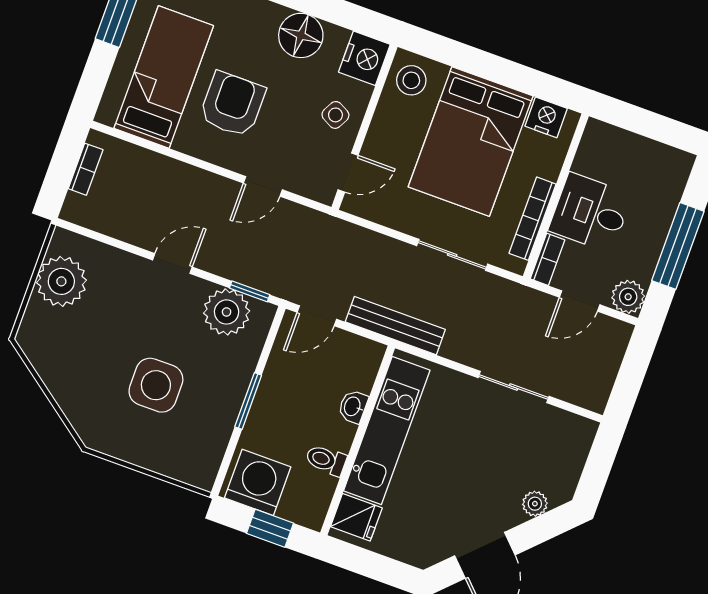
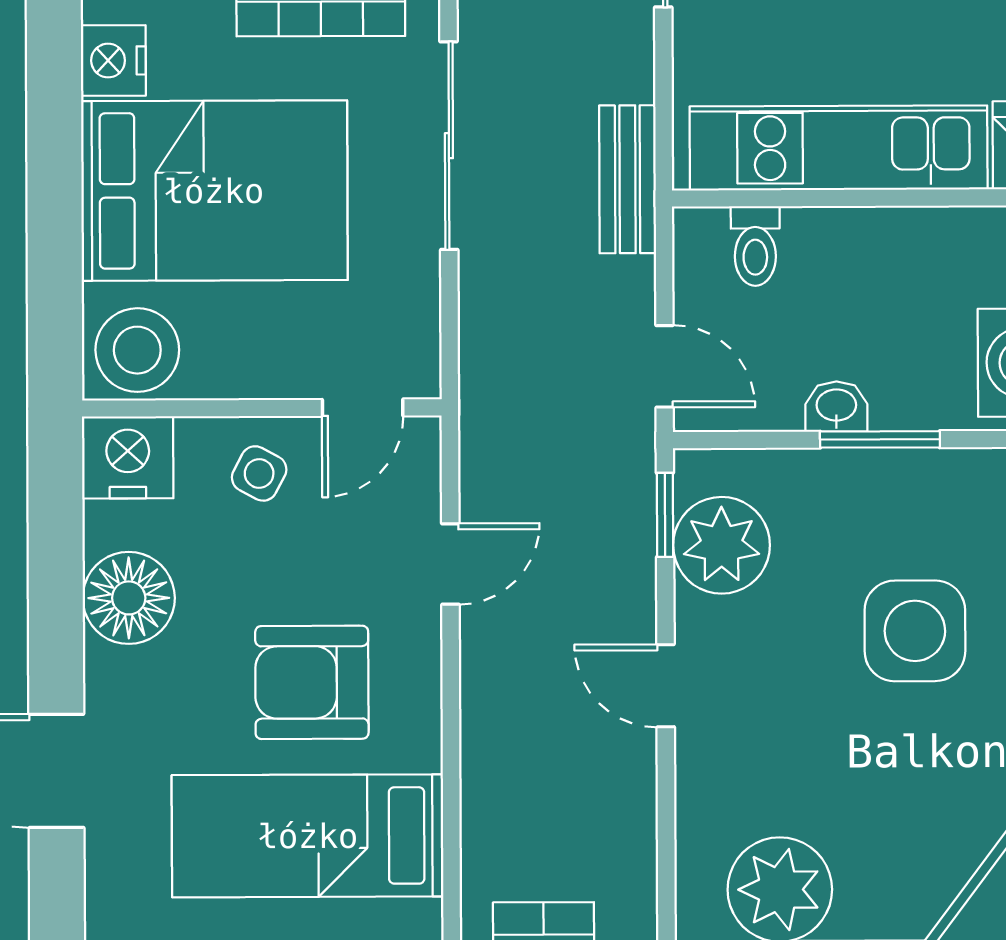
stool: (411, 80) -> (137, 350), width x1.38, depth x1.38
door: (348, 173) -> (363, 408), swing flipped
door: (263, 186) -> (450, 564), hinge flipped
sliding door: (452, 255) -> (449, 146), width x1.37
bench: (395, 326) -> (628, 179), width x0.73
washbasin: (353, 407) -> (836, 407), moved, turned 180
toilet: (326, 460) -> (755, 246), moved

